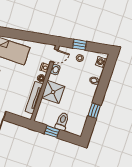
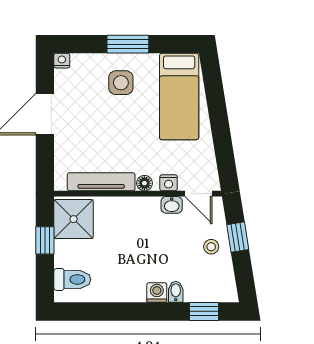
washing machine: (101, 62) -> (157, 292), moved
shower: (53, 92) -> (74, 219), moved
window: (94, 111) -> (204, 311), moved
toilet: (62, 121) -> (72, 279), moved

